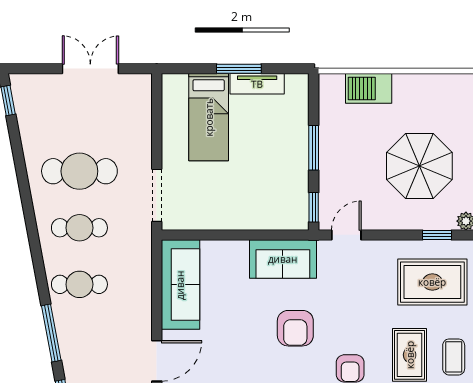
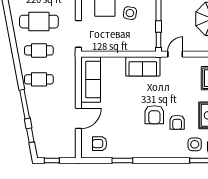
side table: (258, 155) -> (130, 13), added
armchair: (295, 328) -> (154, 115), moved

